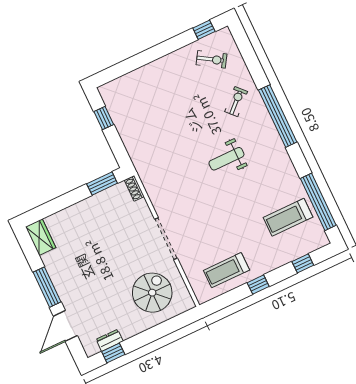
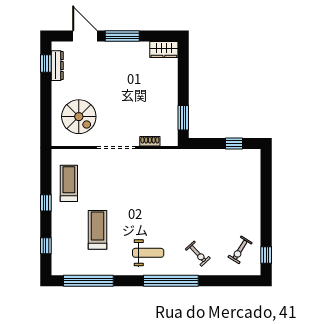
weight bench: (226, 159) -> (148, 253), moved, turned 90
shoe rack: (134, 188) -> (150, 141), moved
treadmill: (288, 217) -> (98, 230), moved
dresser: (110, 340) -> (57, 66), width x1.44

